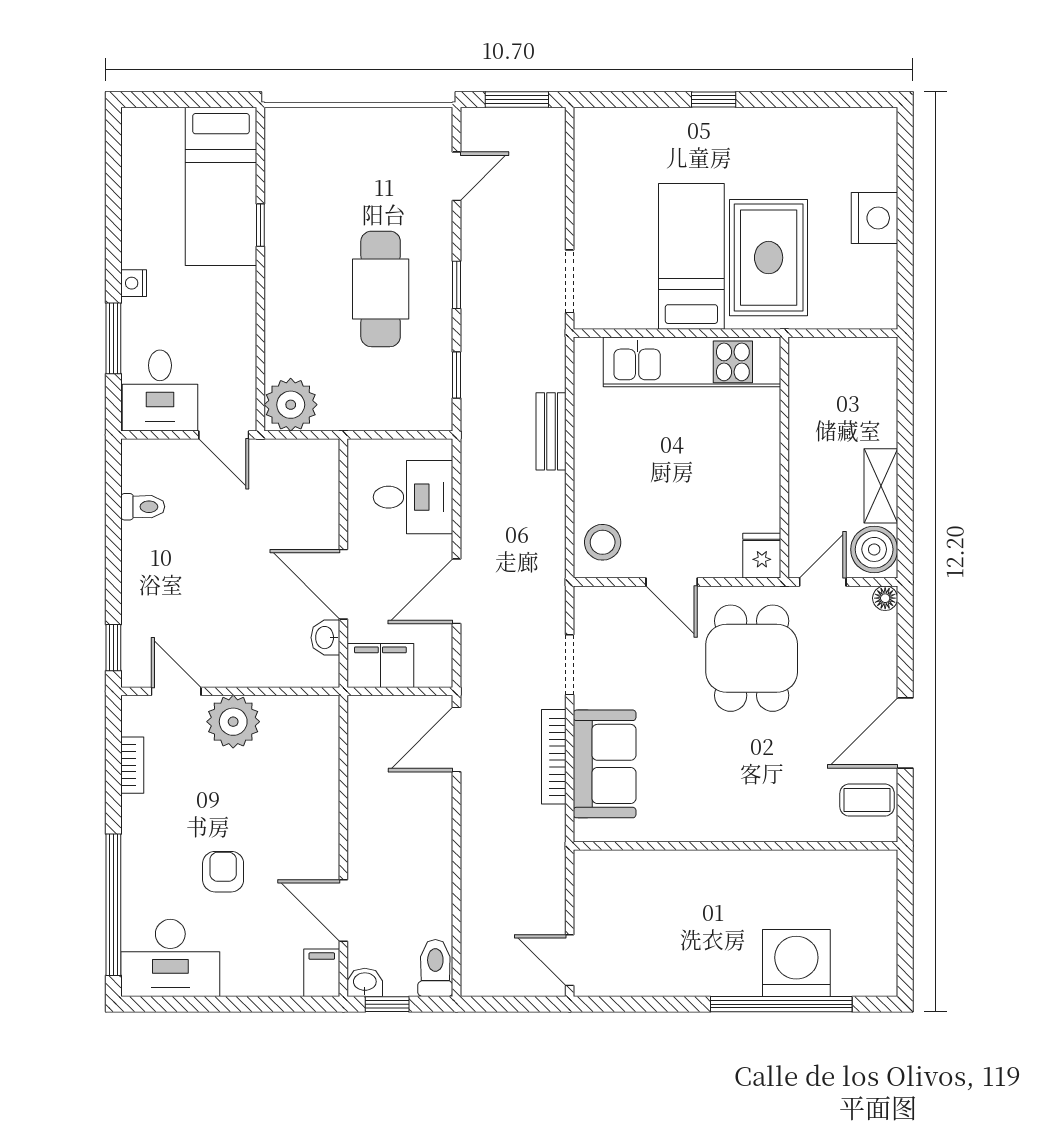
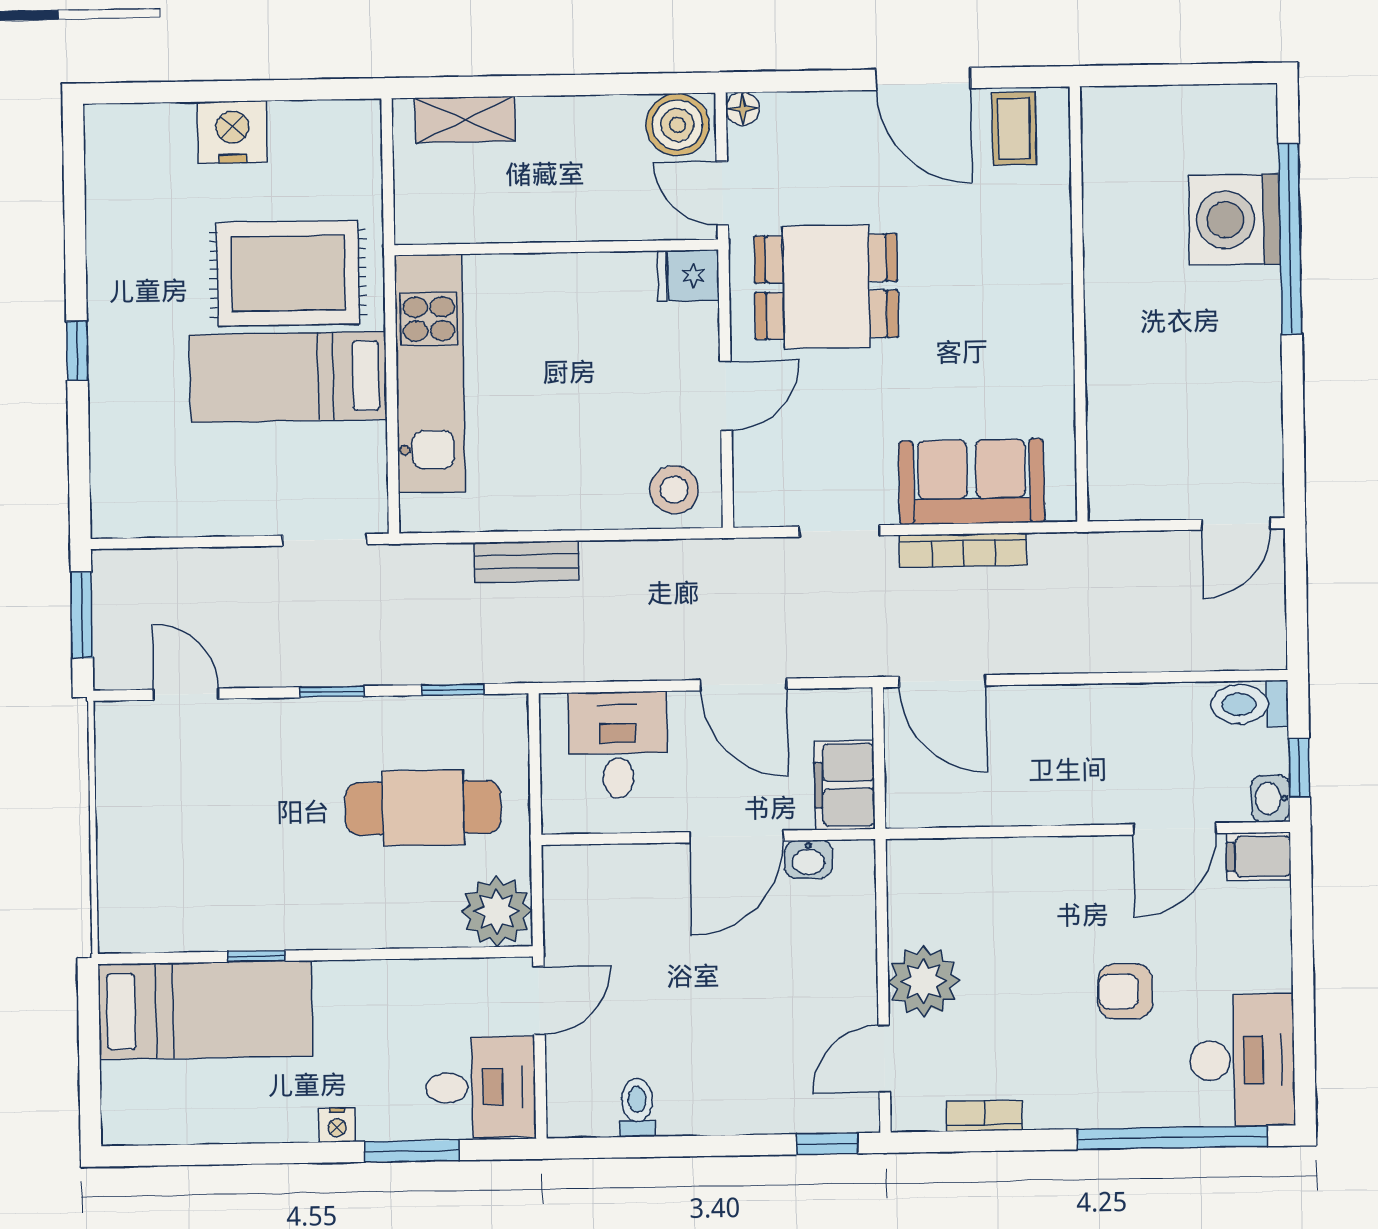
cafe table: (381, 289) -> (423, 808), moved
shelving: (881, 486) -> (465, 120), moved

